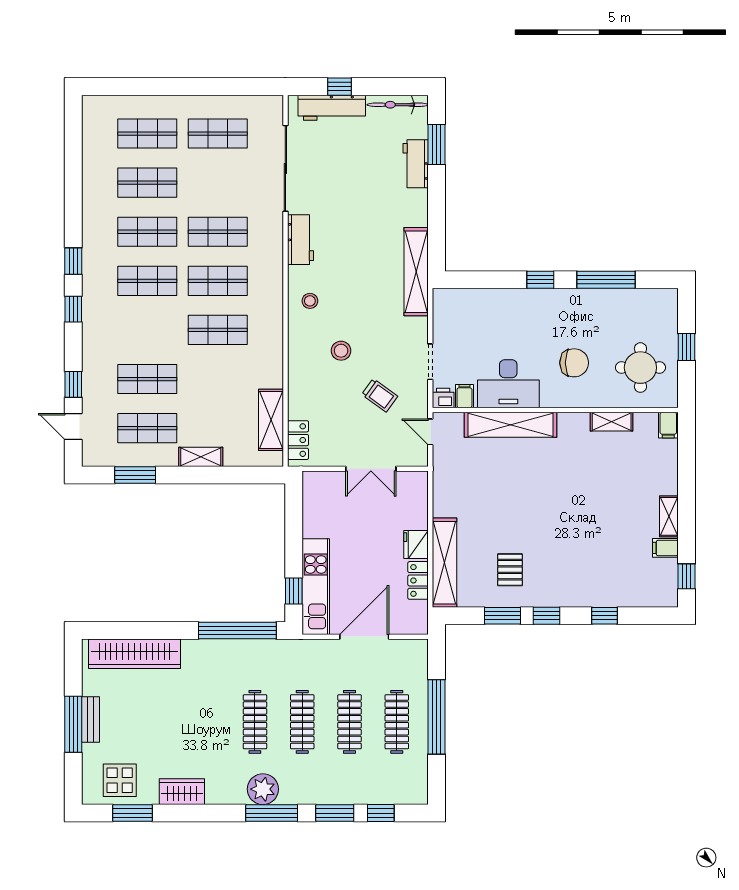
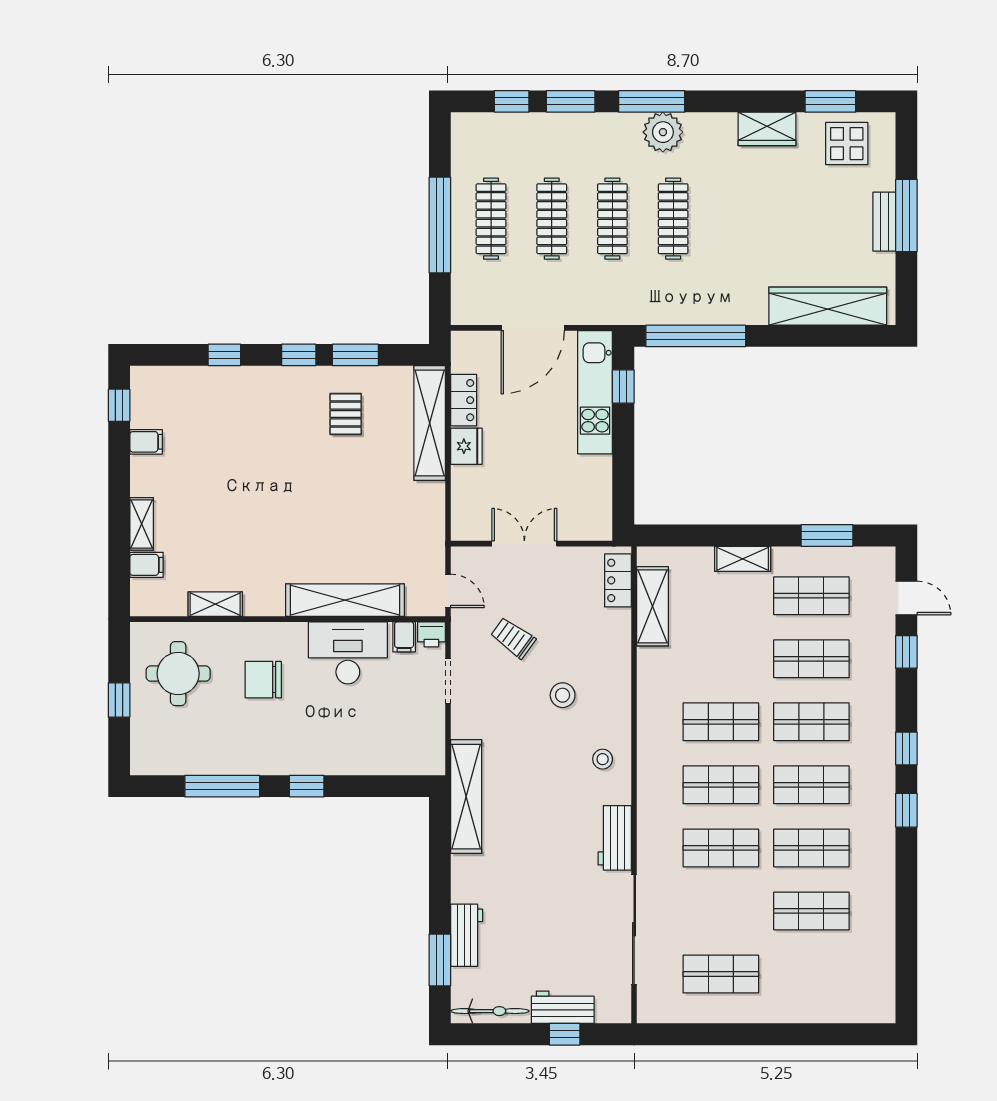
workbench: (332, 108) -> (563, 1007), width x0.73
shop shelf: (147, 134) -> (811, 722), moved
filing cabinet: (668, 425) -> (147, 565), moved, turned 90
shelving: (669, 516) -> (142, 524), moved

